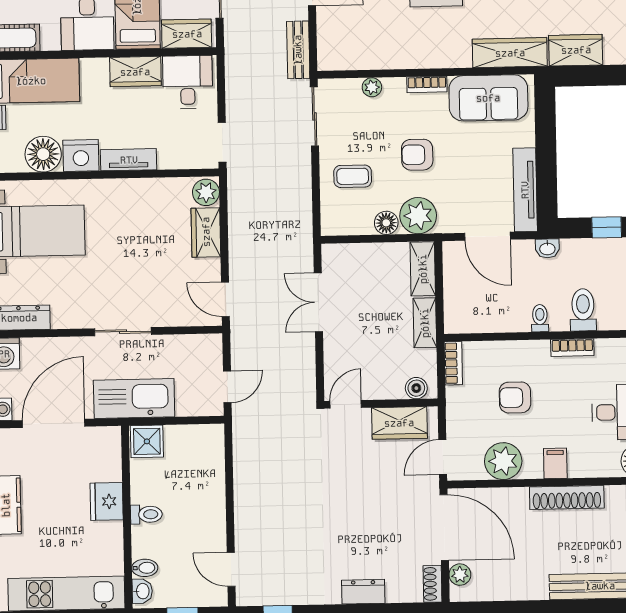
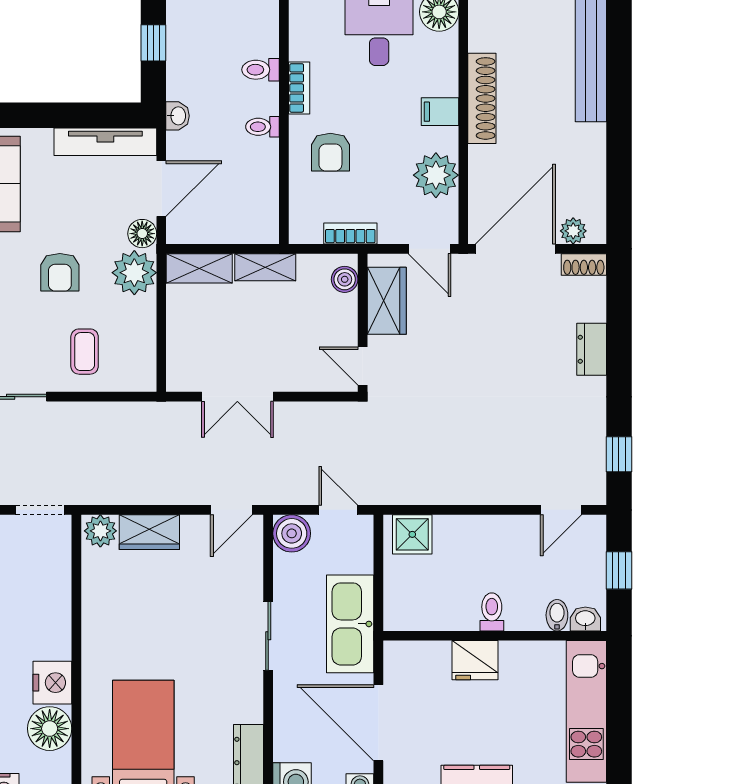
tv unit: (129, 160) -> (59, 625), removed
floor lamp: (386, 223) -> (142, 234), moved
toilet: (583, 310) -> (261, 70), width x0.73, depth x0.72
boiler: (207, 349) -> (292, 533), added
bookcase: (453, 363) -> (350, 234), moved
armchair: (515, 397) -> (330, 152), moved
shower: (147, 441) -> (412, 534), moved

